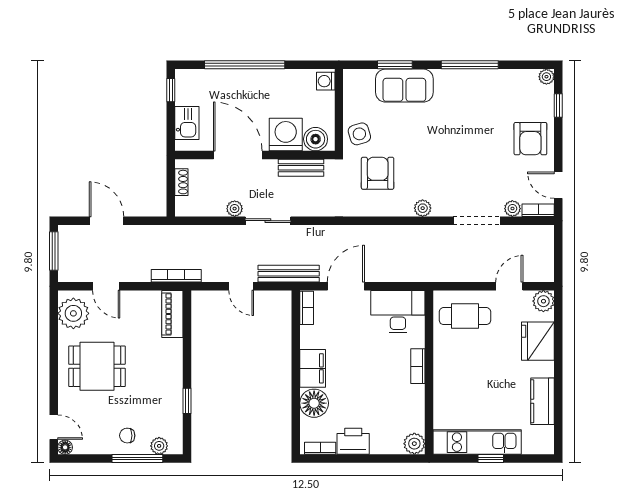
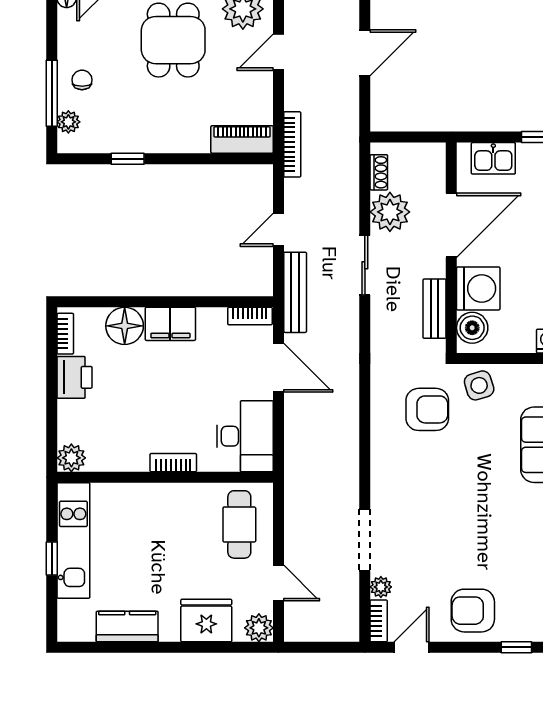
shoe rack: (181, 182) -> (379, 172), moved, turned -90
plant: (423, 208) -> (381, 469), removed
plant: (235, 209) -> (390, 212), width x1.88, depth x1.88

